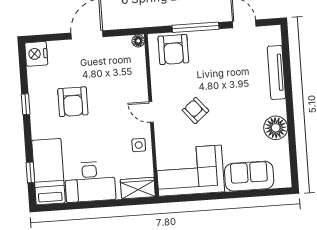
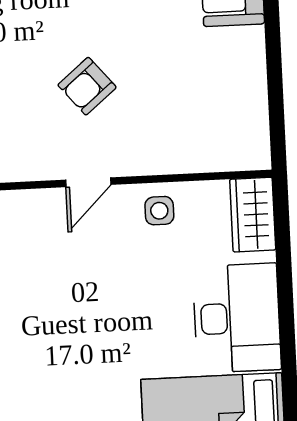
armchair: (73, 102) -> (62, 352), removed
corner sofa: (190, 171) -> (217, 101), removed

